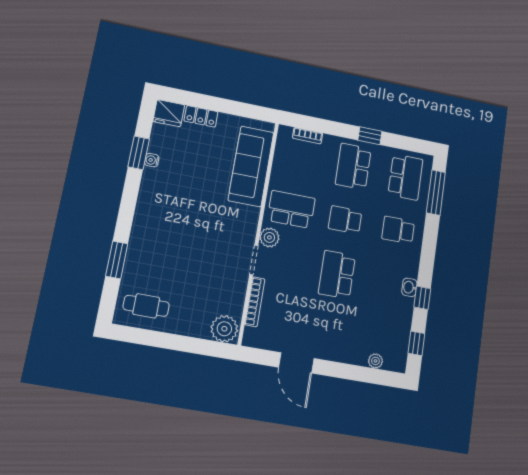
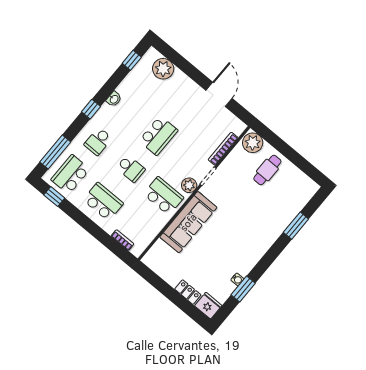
window: (370, 136) -> (54, 197), moved
sofa: (251, 166) -> (188, 222), moved
school desk: (353, 166) -> (103, 202), turned -90
school desk: (291, 209) -> (163, 196), turned 180
school desk: (398, 230) -> (98, 141), turned 90
window: (422, 298) -> (91, 109), moved
cafe table: (146, 306) -> (267, 170), moved, turned 90
plant: (375, 361) -> (163, 69), width x1.88, depth x1.88

